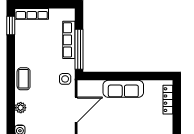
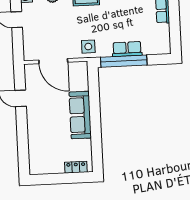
row of seats: (69, 40) -> (127, 49), width x0.68
locker: (168, 100) -> (76, 167), width x0.66

